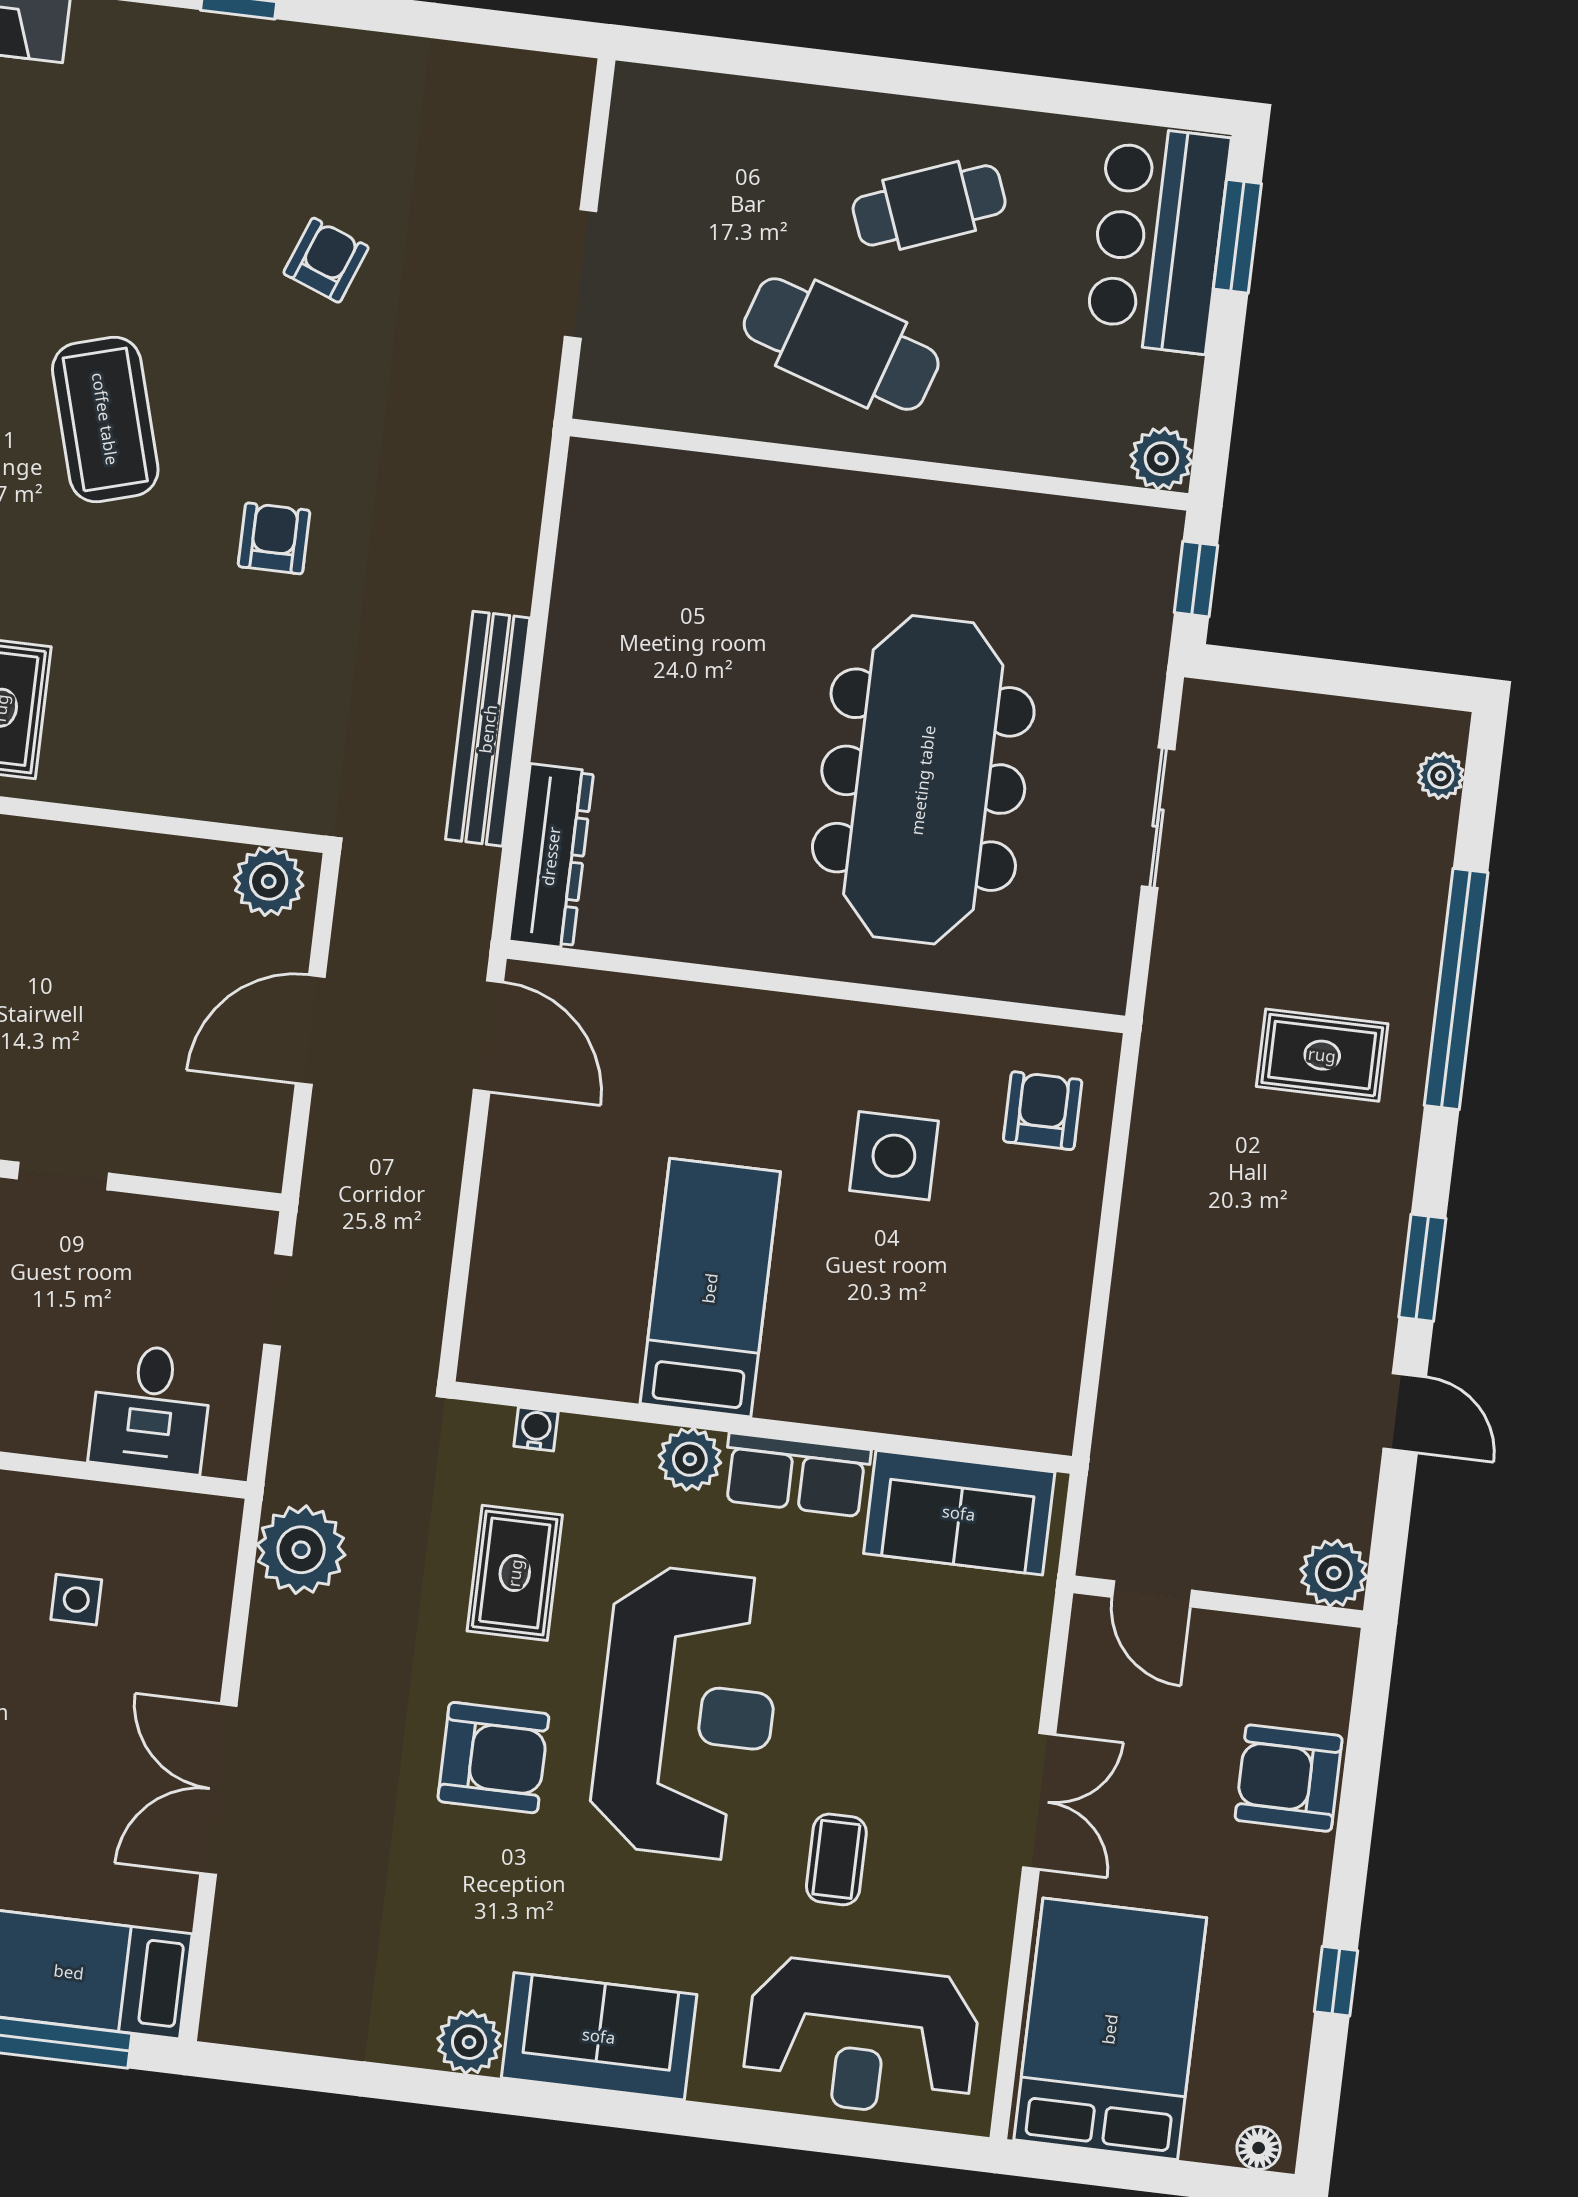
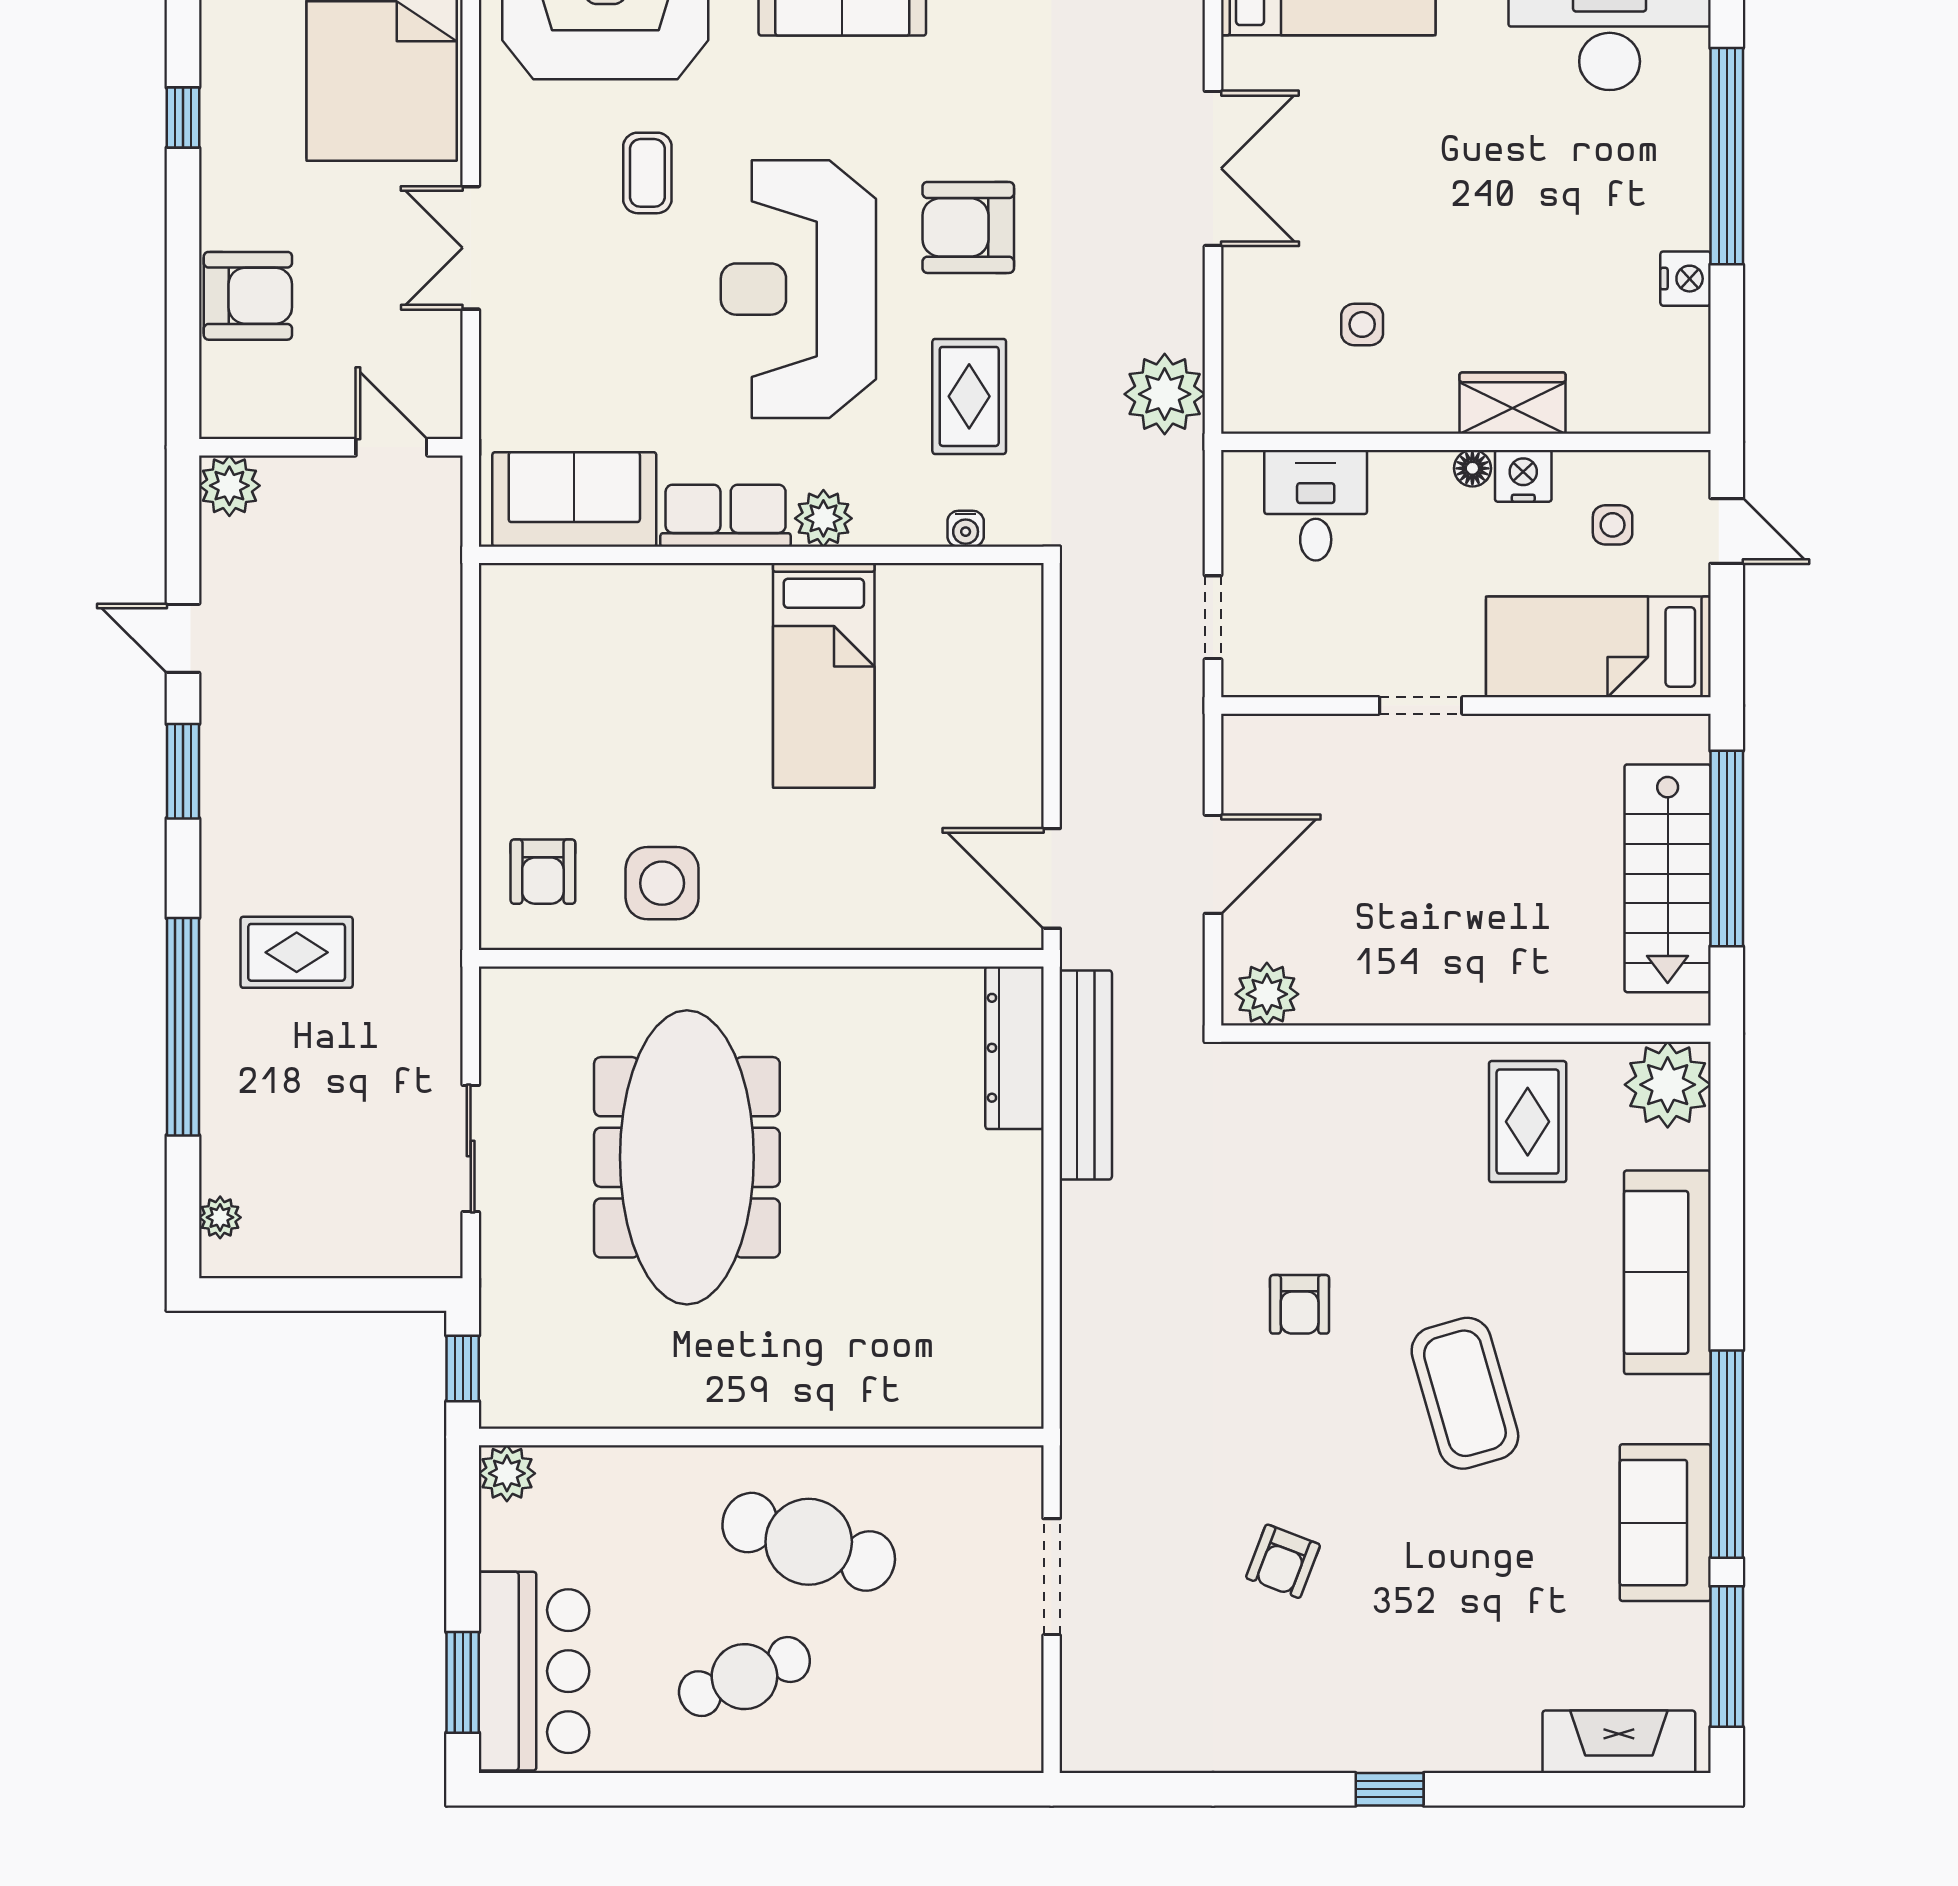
bench: (488, 729) -> (1086, 1075), moved
side table: (894, 1156) -> (662, 883), moved

